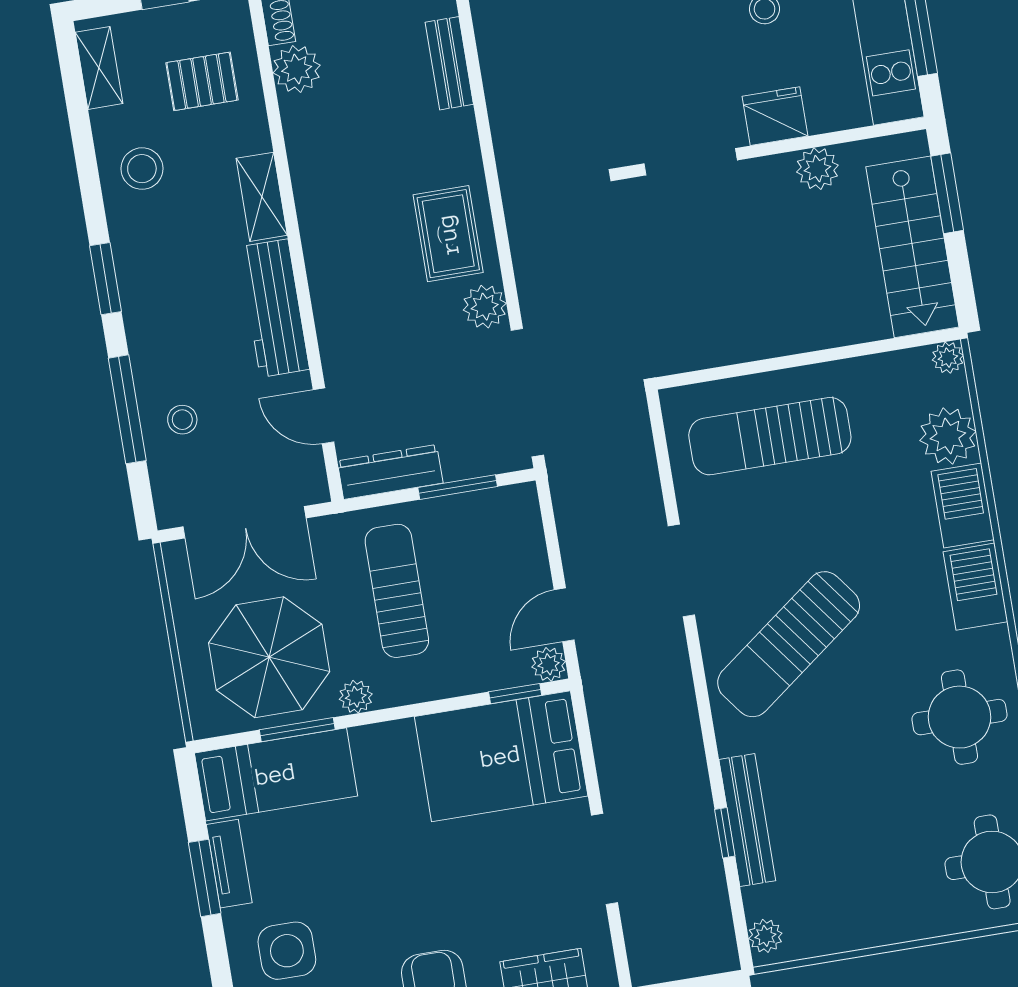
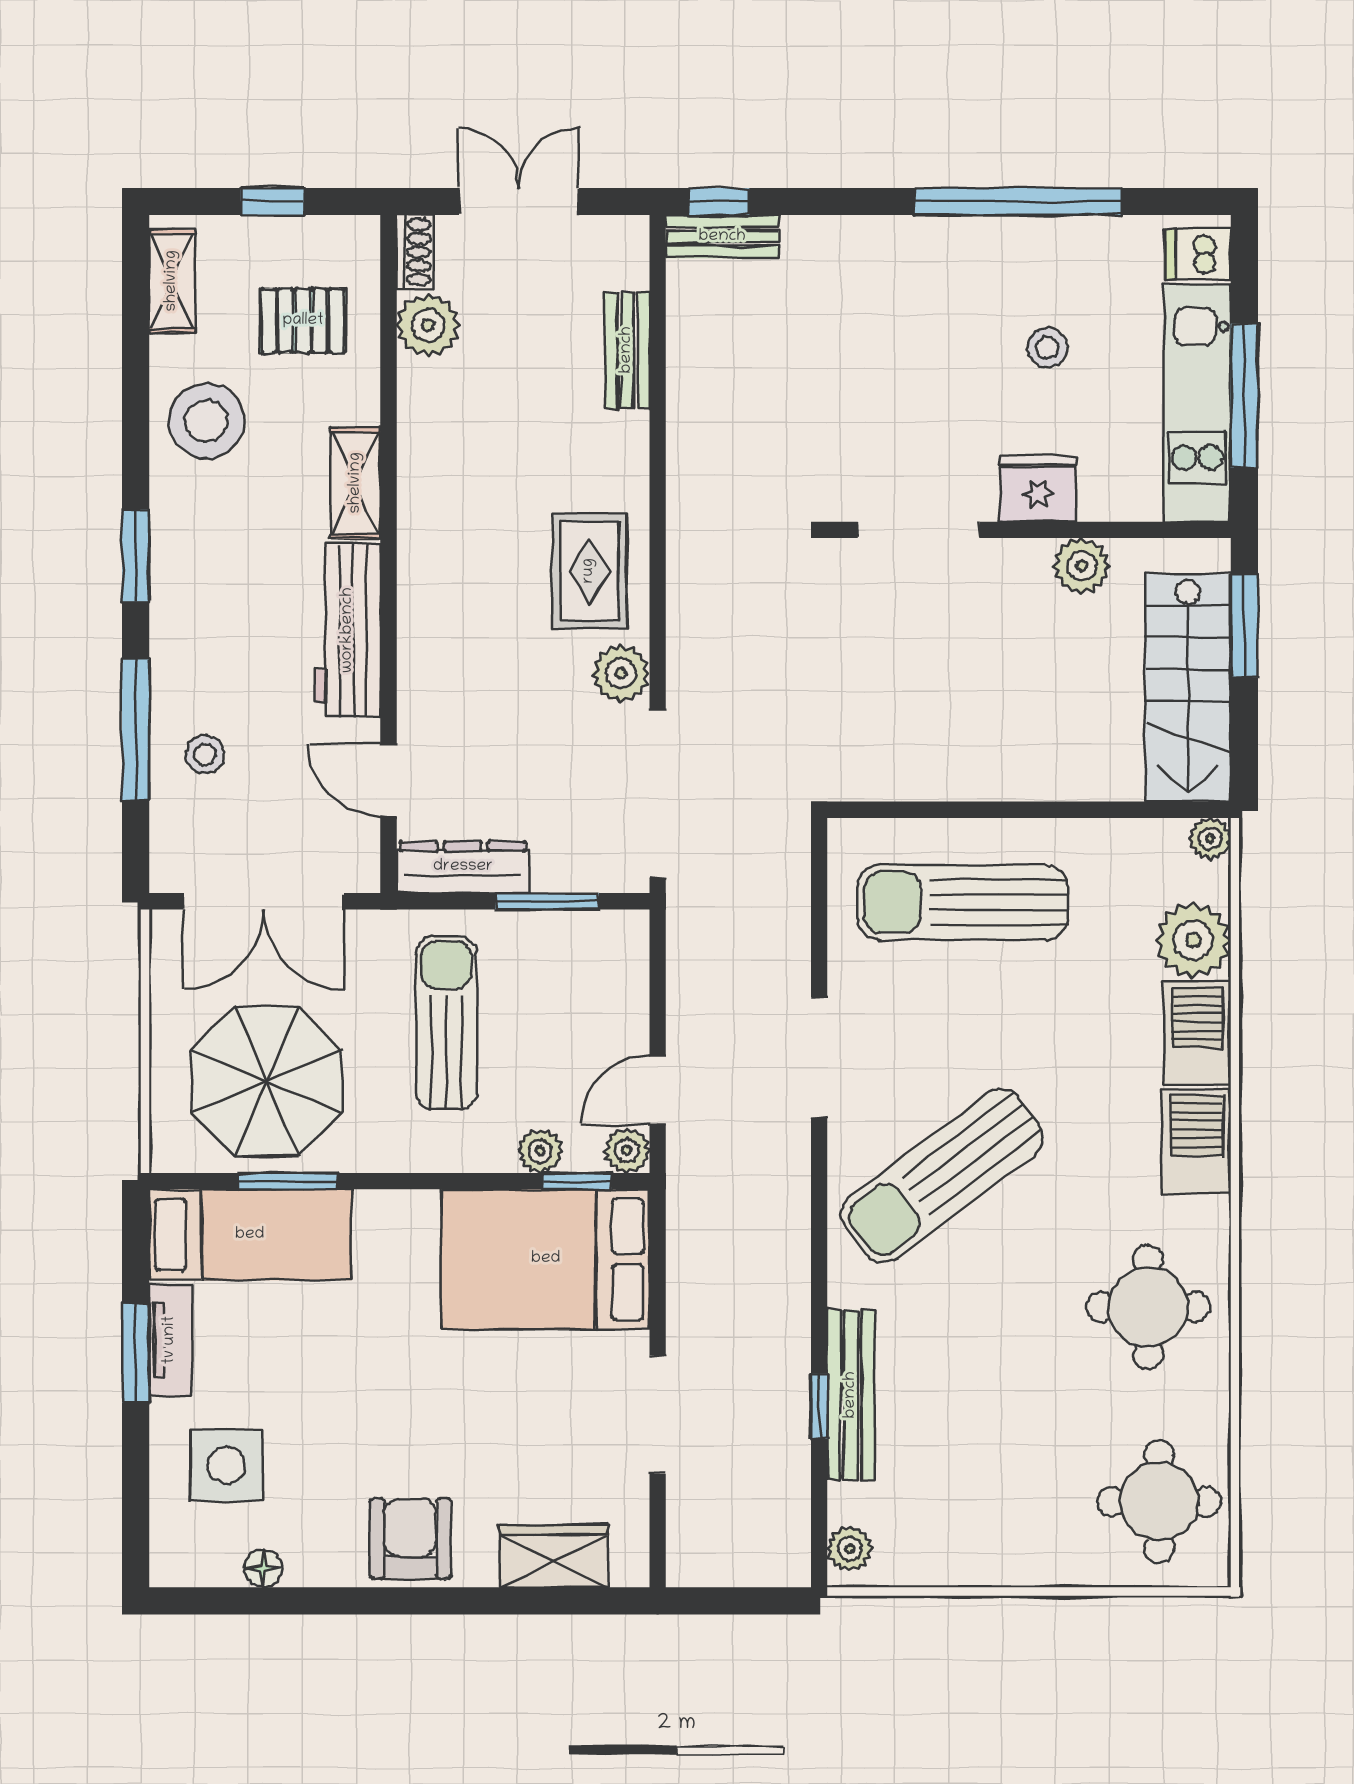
stool: (142, 169) -> (206, 421), width x1.38, depth x1.38
plant: (356, 697) -> (540, 1151), moved

